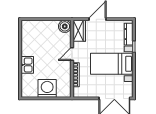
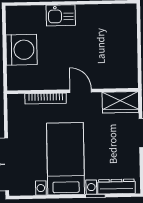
boiler: (65, 26) -> (127, 78), removed

